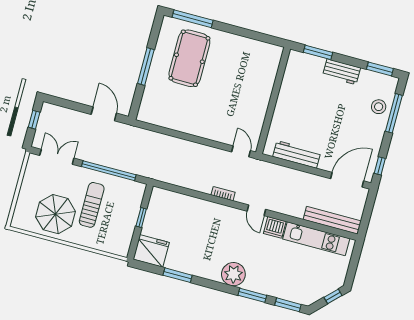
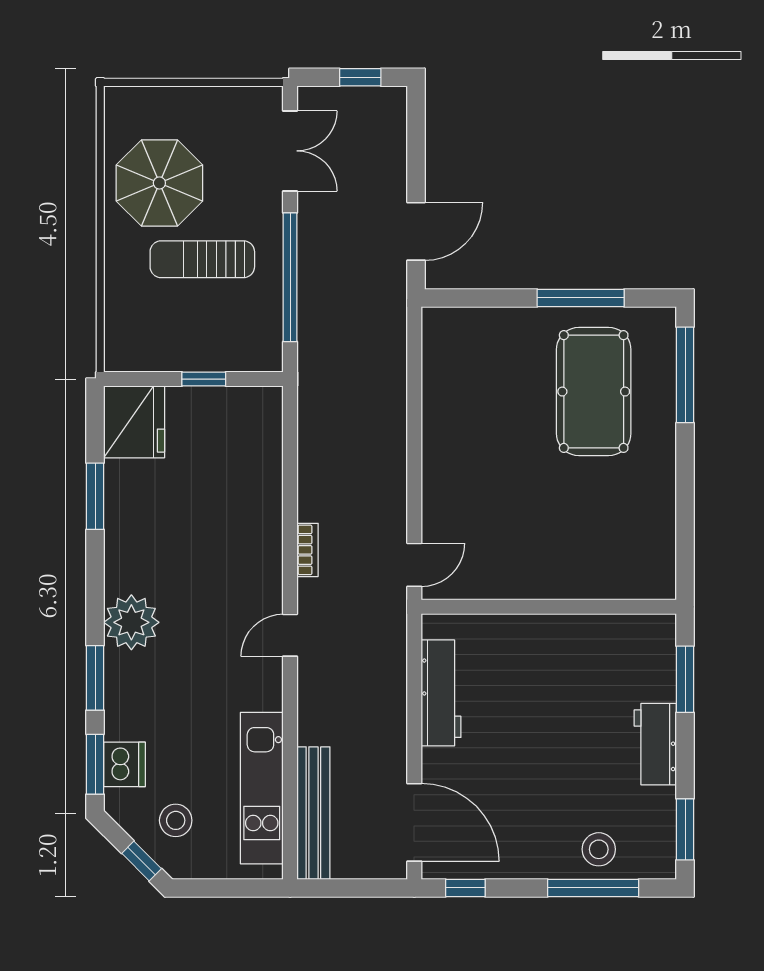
pool table: (189, 58) -> (594, 392), turned 90
window: (146, 67) -> (581, 298), moved
sun lounger: (92, 205) -> (202, 259), turned 180
dishwasher: (275, 227) -> (125, 764), moved, turned 180
stool: (320, 278) -> (176, 820), added

